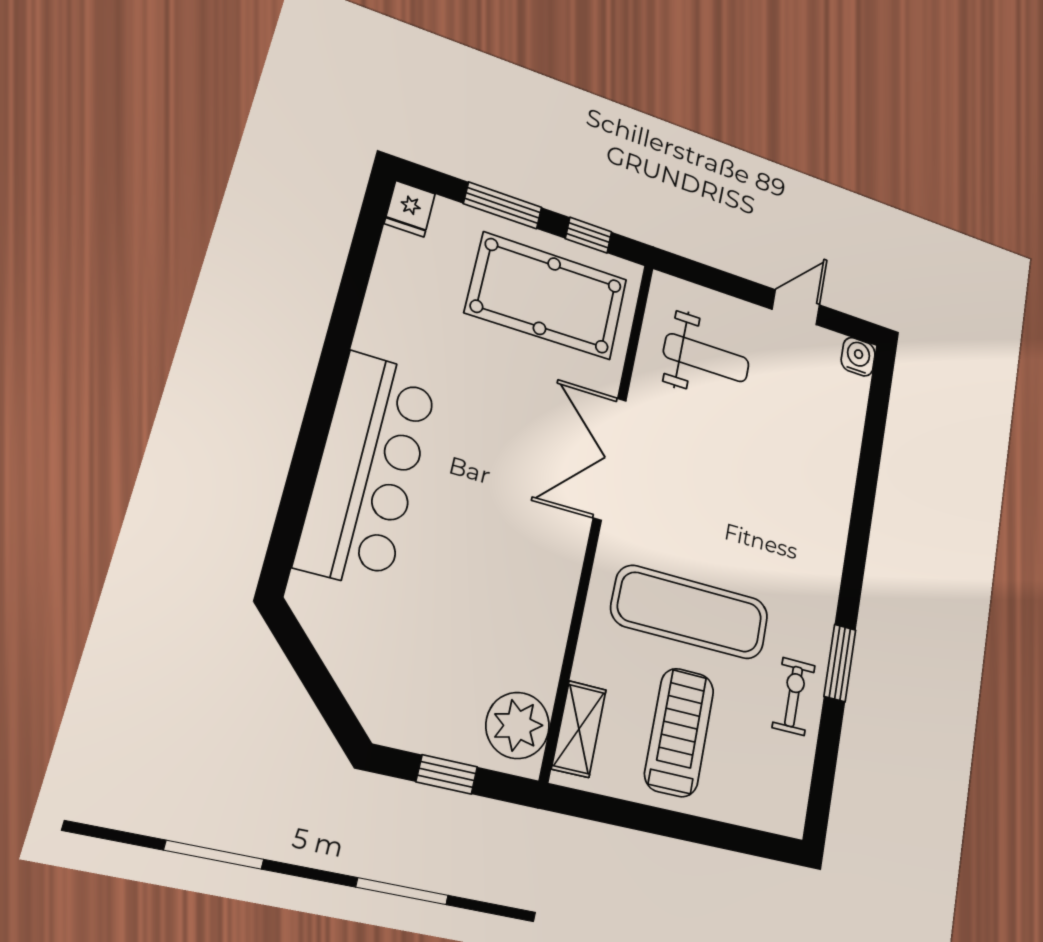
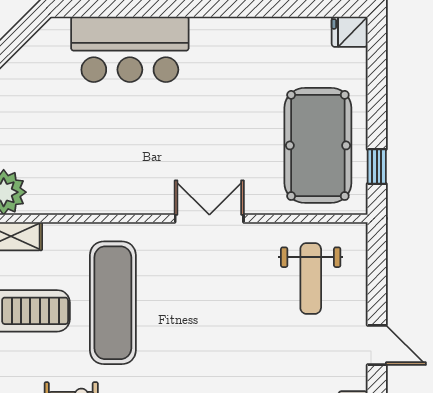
window: (503, 205) -> (377, 97), removed
double door: (610, 459) -> (209, 219), width x0.73
bar counter: (368, 469) -> (130, 49), width x0.73

